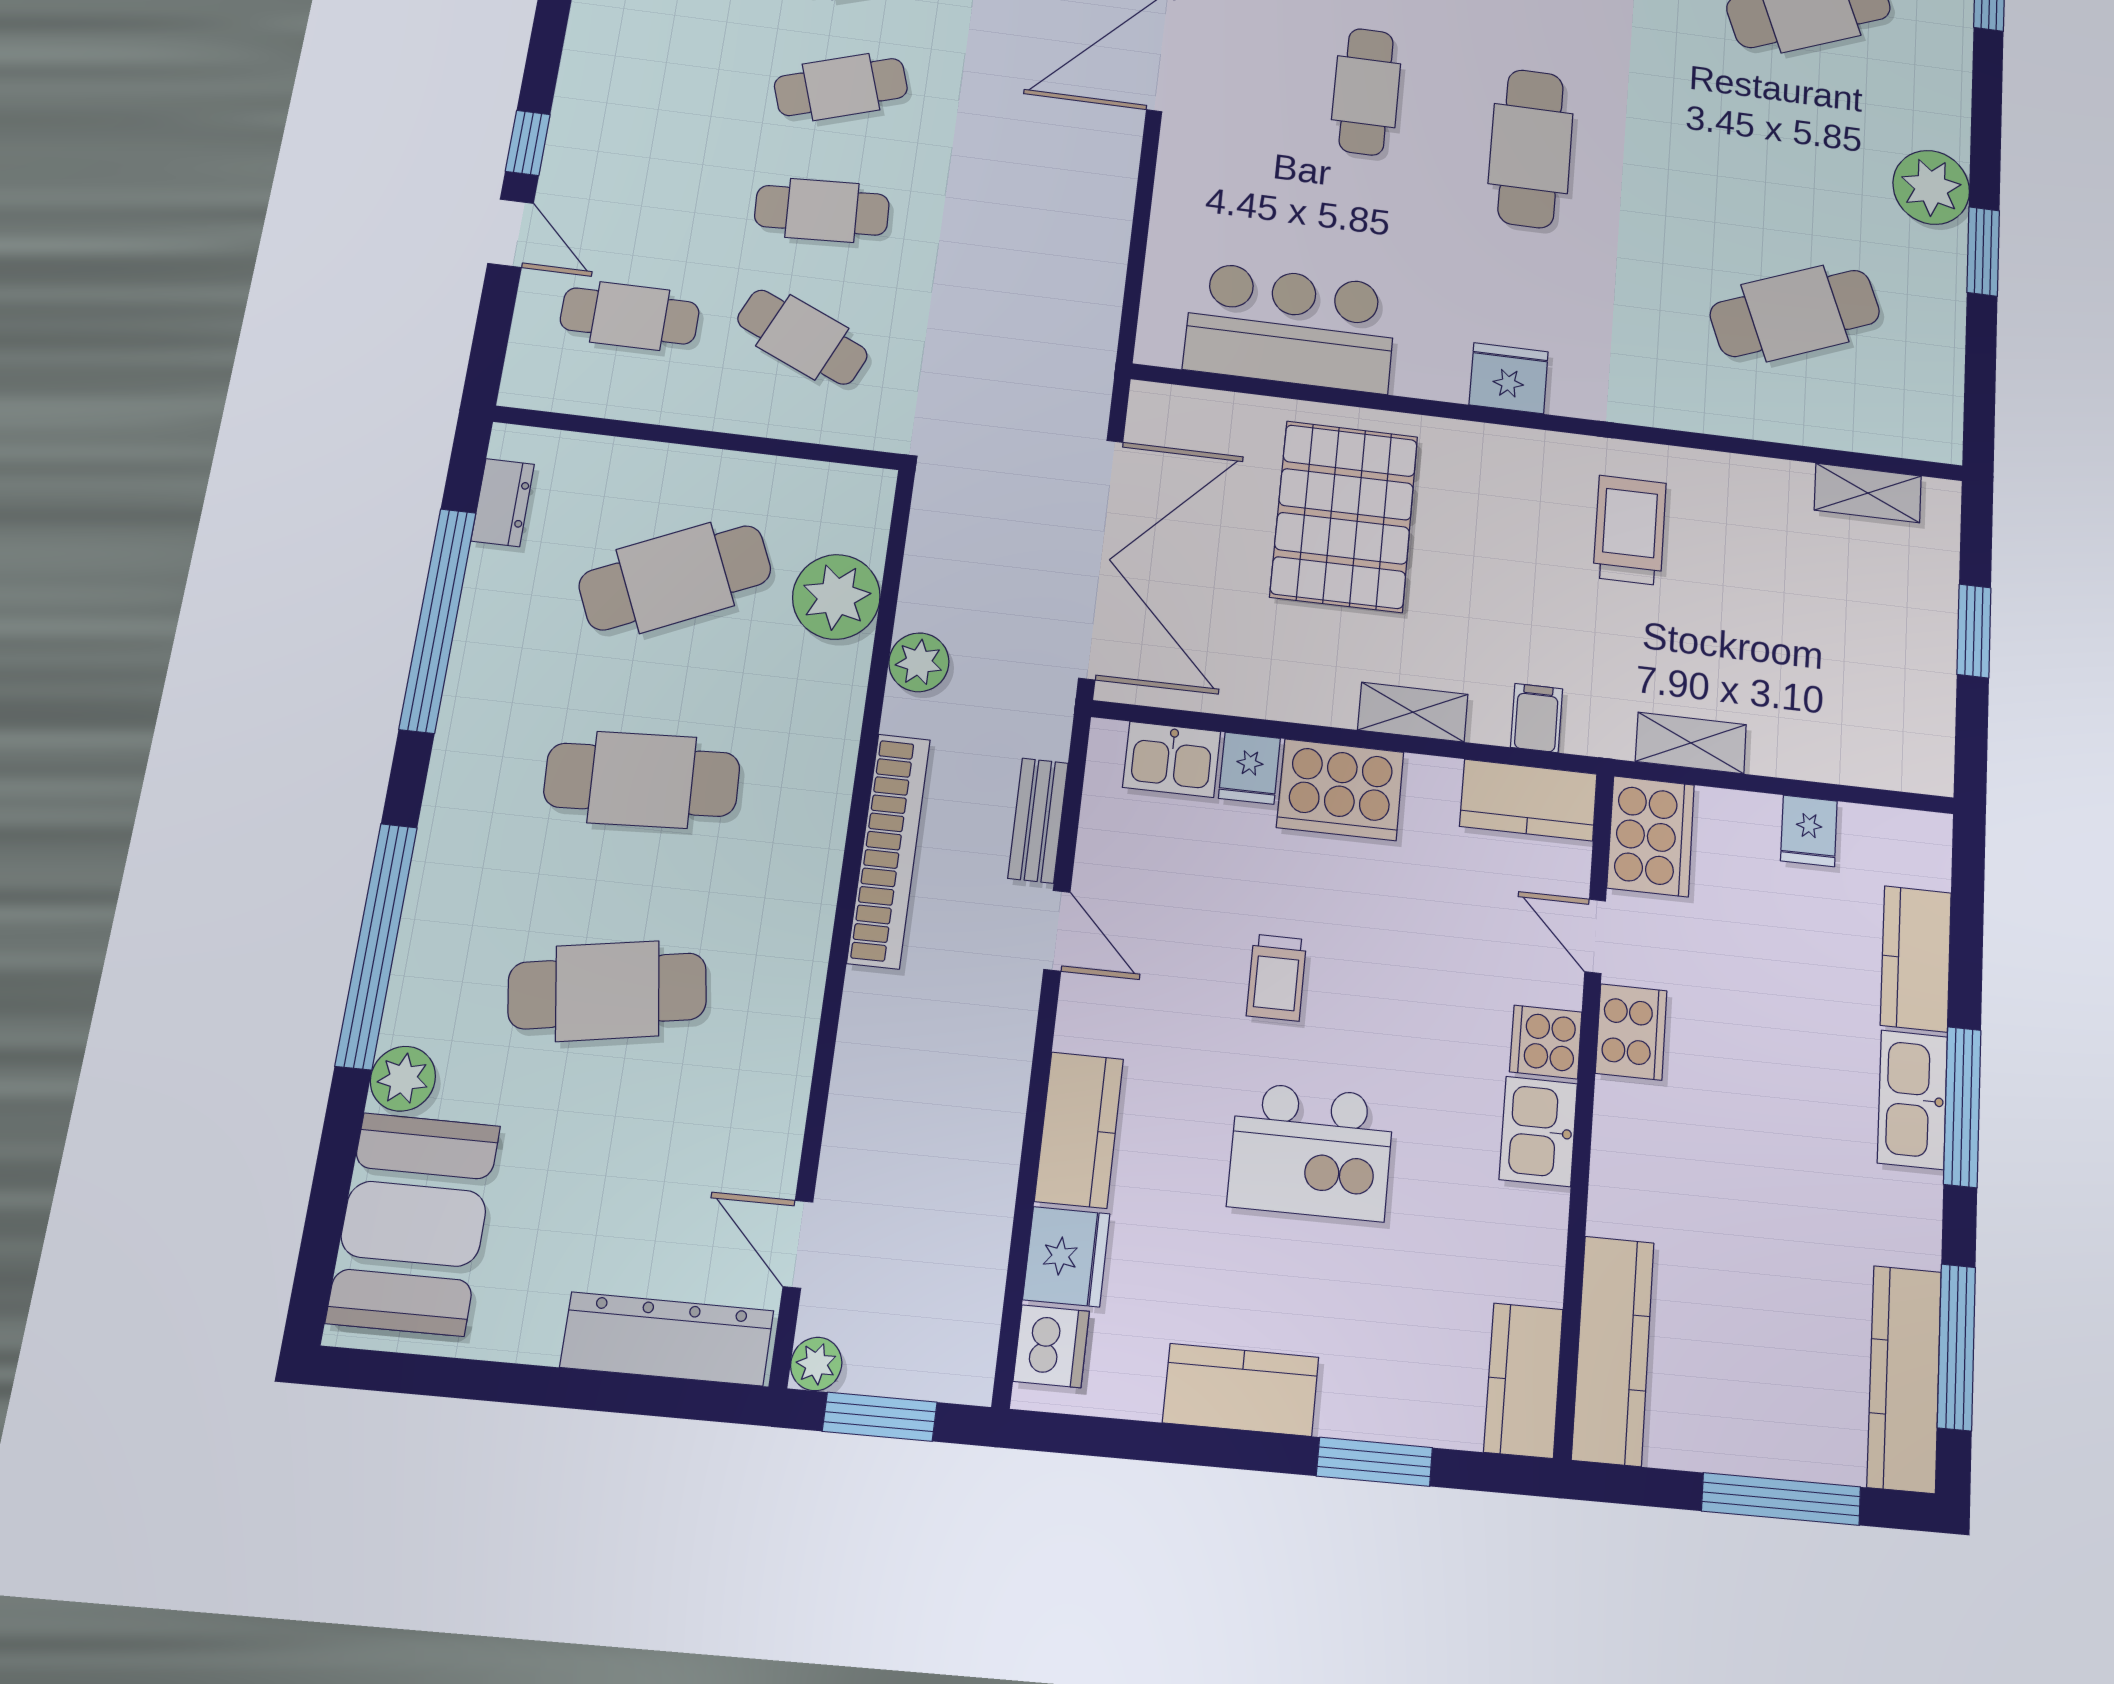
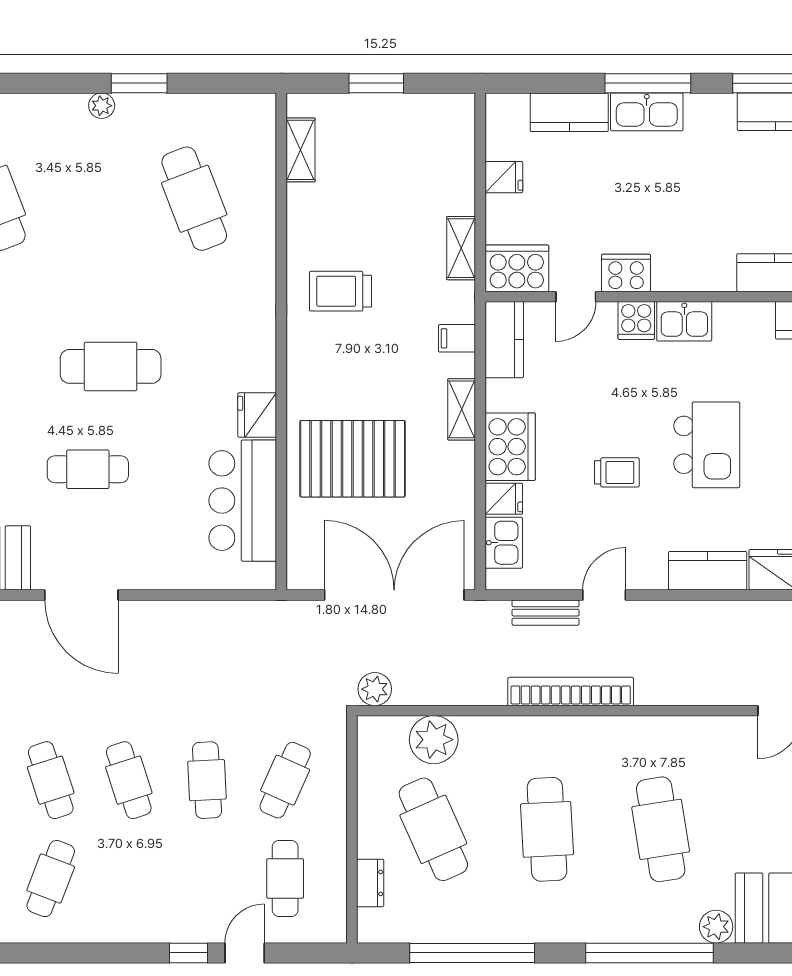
plant: (1931, 187) -> (102, 106), width x0.53, depth x0.53
fridge: (1509, 378) -> (257, 415), moved
dresser: (503, 503) -> (370, 883), moved, turned 90
plant: (919, 662) -> (375, 689), moved

